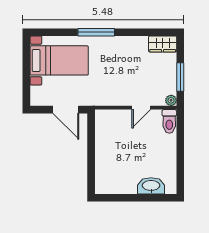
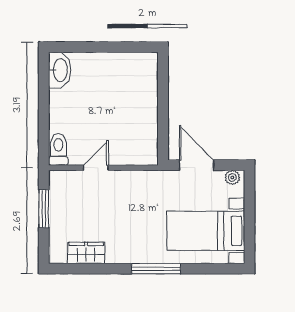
wardrobe: (163, 44) -> (86, 253), moved
plant: (171, 100) -> (232, 177), moved
washbasin: (151, 186) -> (60, 70), moved, turned -90

